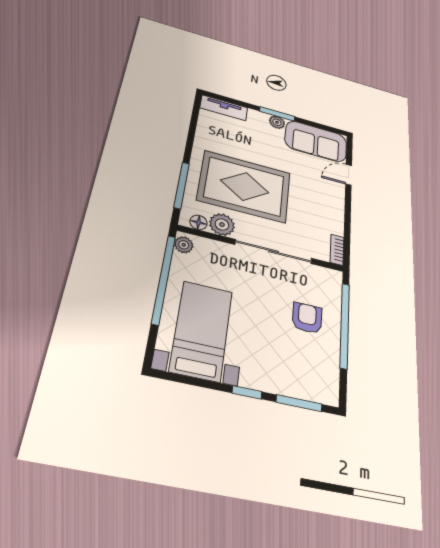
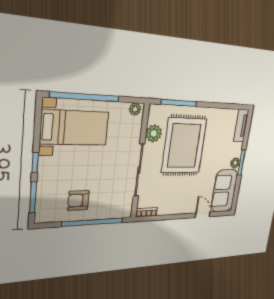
floor lamp: (198, 222) -> (153, 117), removed
window: (164, 279) -> (85, 97), moved
armchair: (307, 318) -> (78, 200), moved, turned 180

